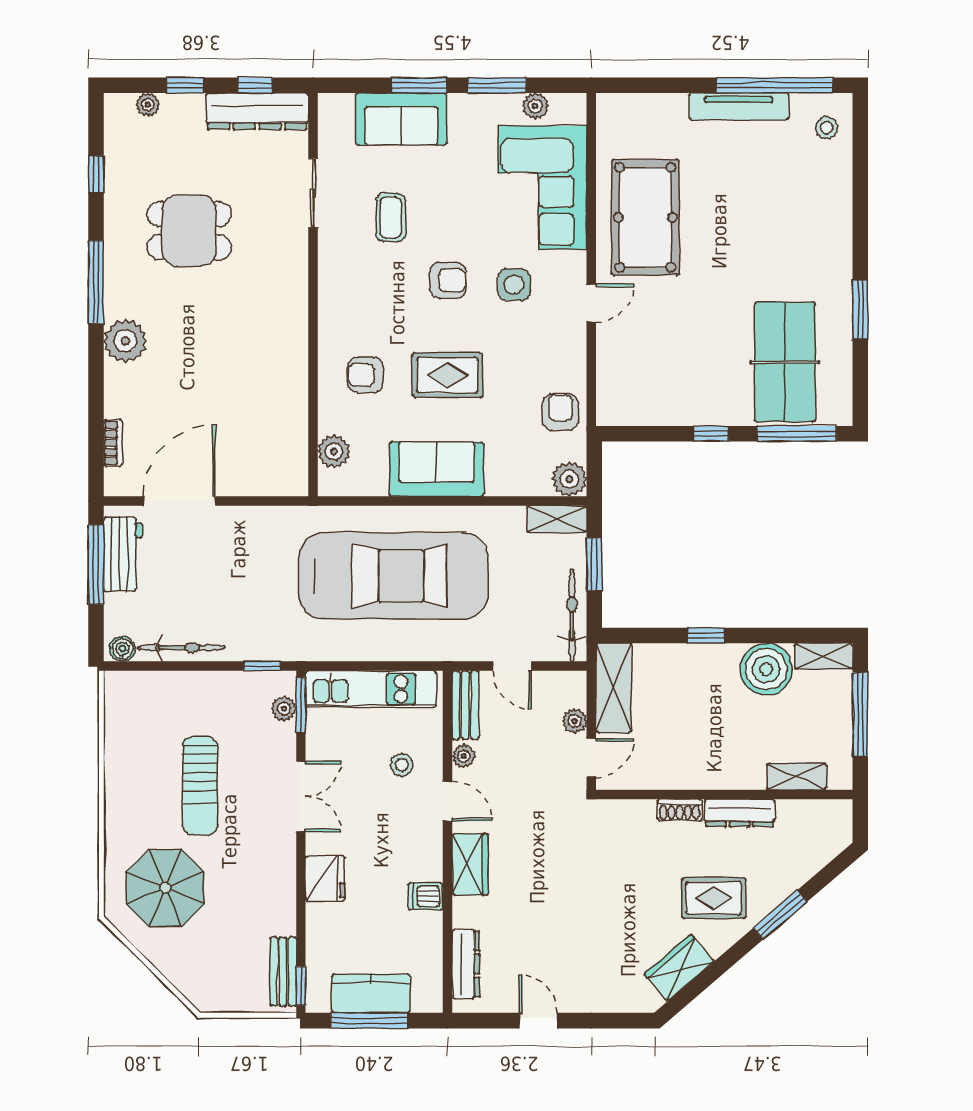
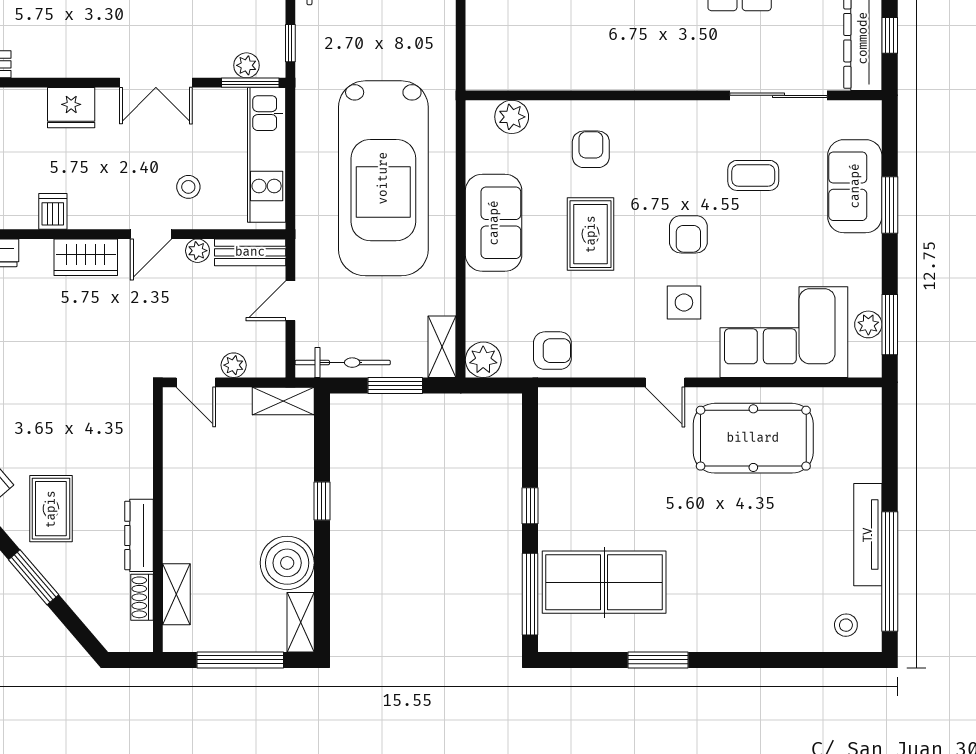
window: (497, 85) -> (890, 325), moved
sliding door: (313, 193) -> (778, 95), width x1.37
shelving: (614, 688) -> (283, 401), width x0.67, depth x0.75
shoe rack: (680, 810) -> (142, 597), moved

